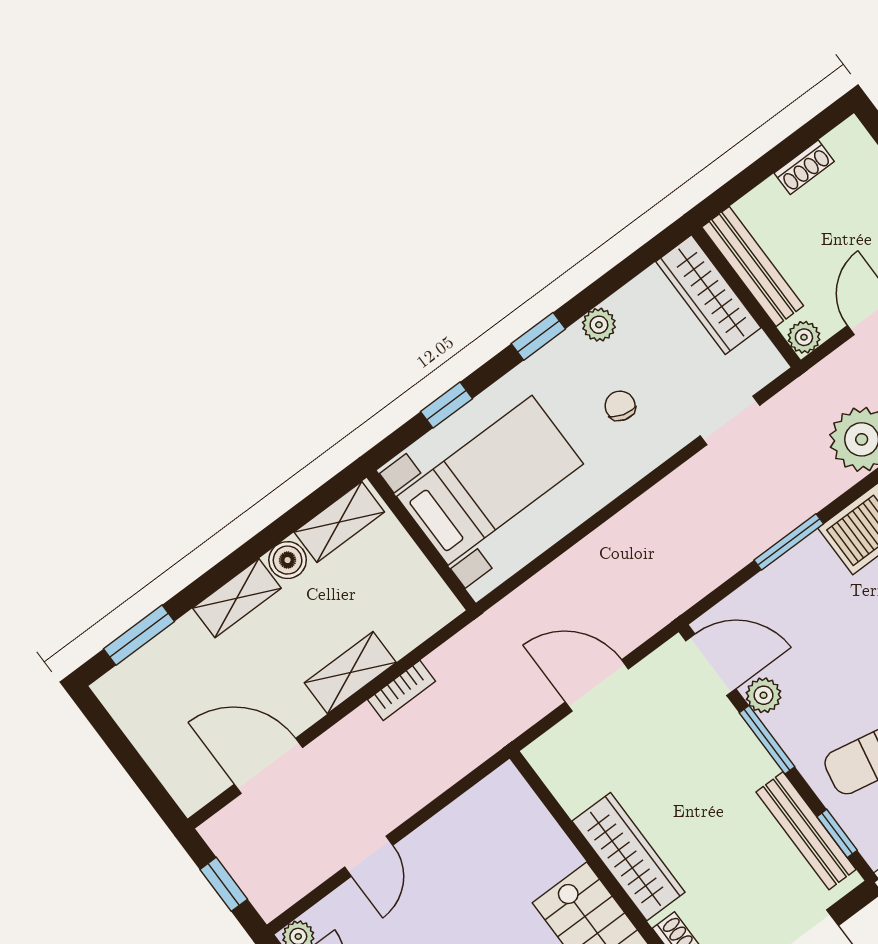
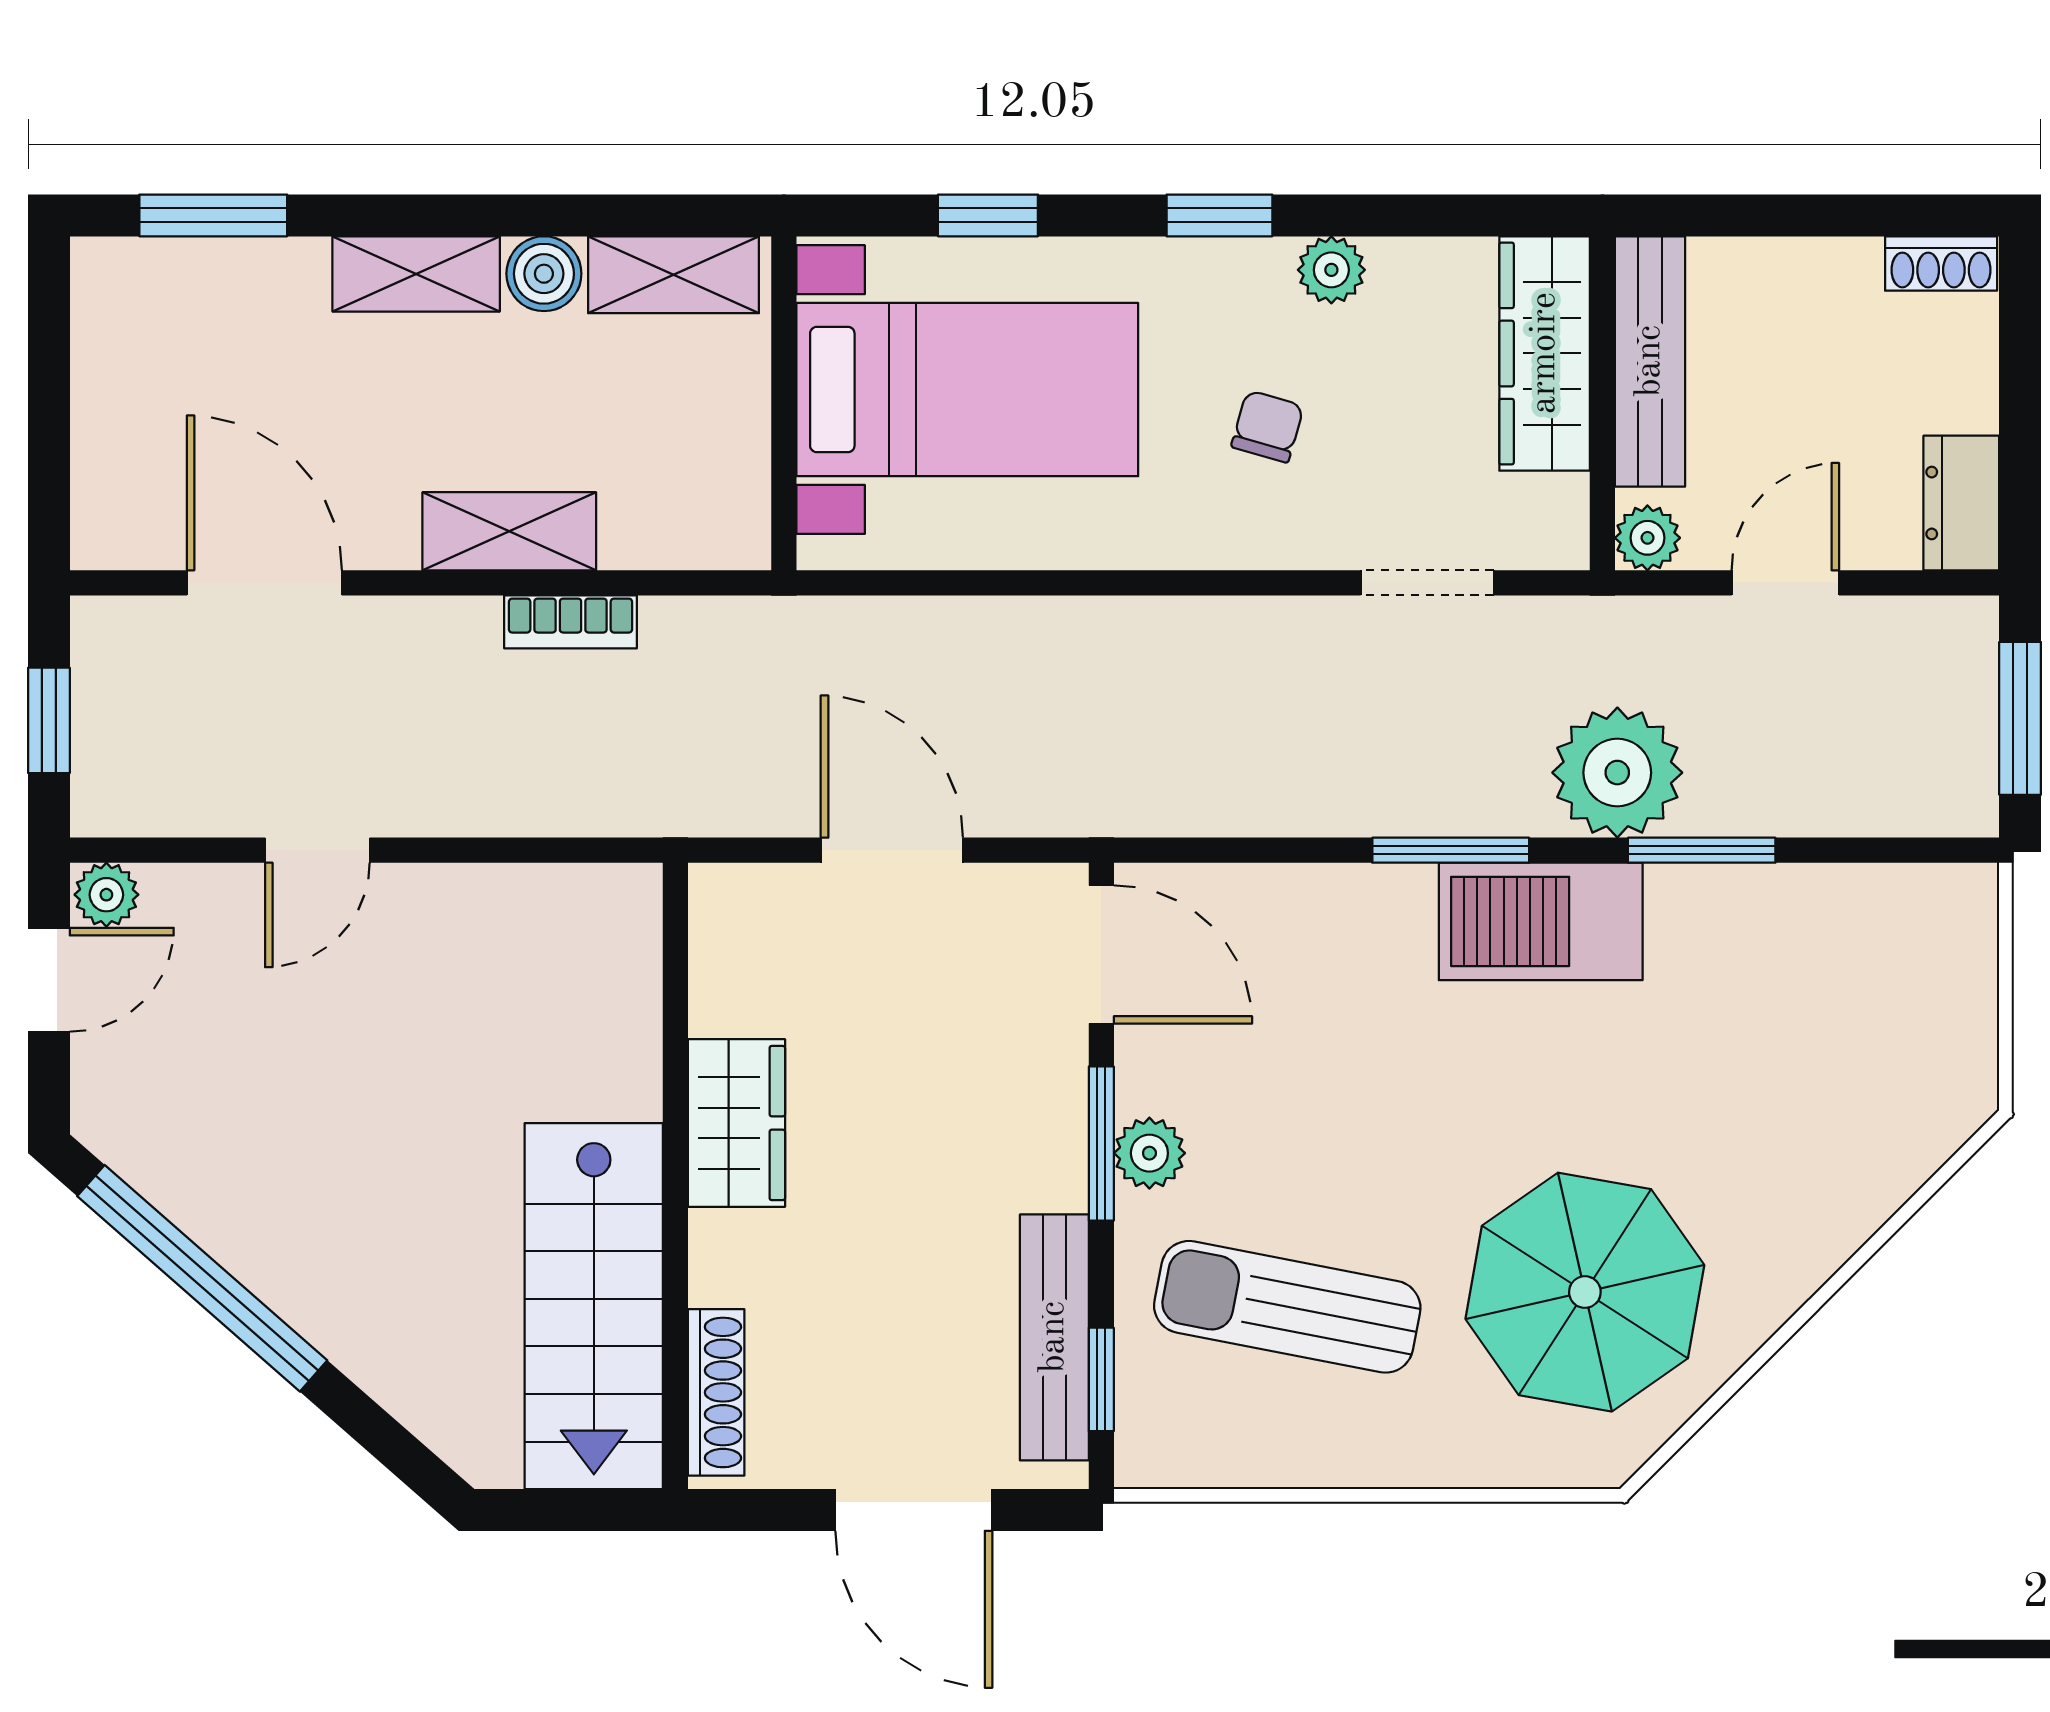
shoe rack: (804, 167) -> (1941, 263), moved
window: (789, 542) -> (1451, 850), moved
plant: (763, 695) -> (1149, 1153), moved
wardrobe: (629, 857) -> (736, 1123), width x0.67

